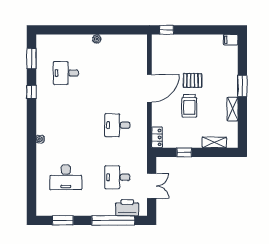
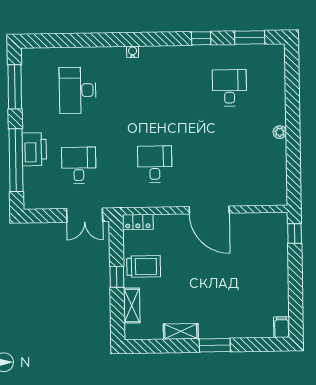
pallet: (193, 80) -> (222, 272), removed
trolley: (189, 106) -> (144, 266), moved, turned 180
window: (184, 152) -> (117, 277), moved
double door: (152, 186) -> (85, 215), moved
printer: (127, 208) -> (34, 149), moved
window: (63, 220) -> (15, 87), width x1.44

